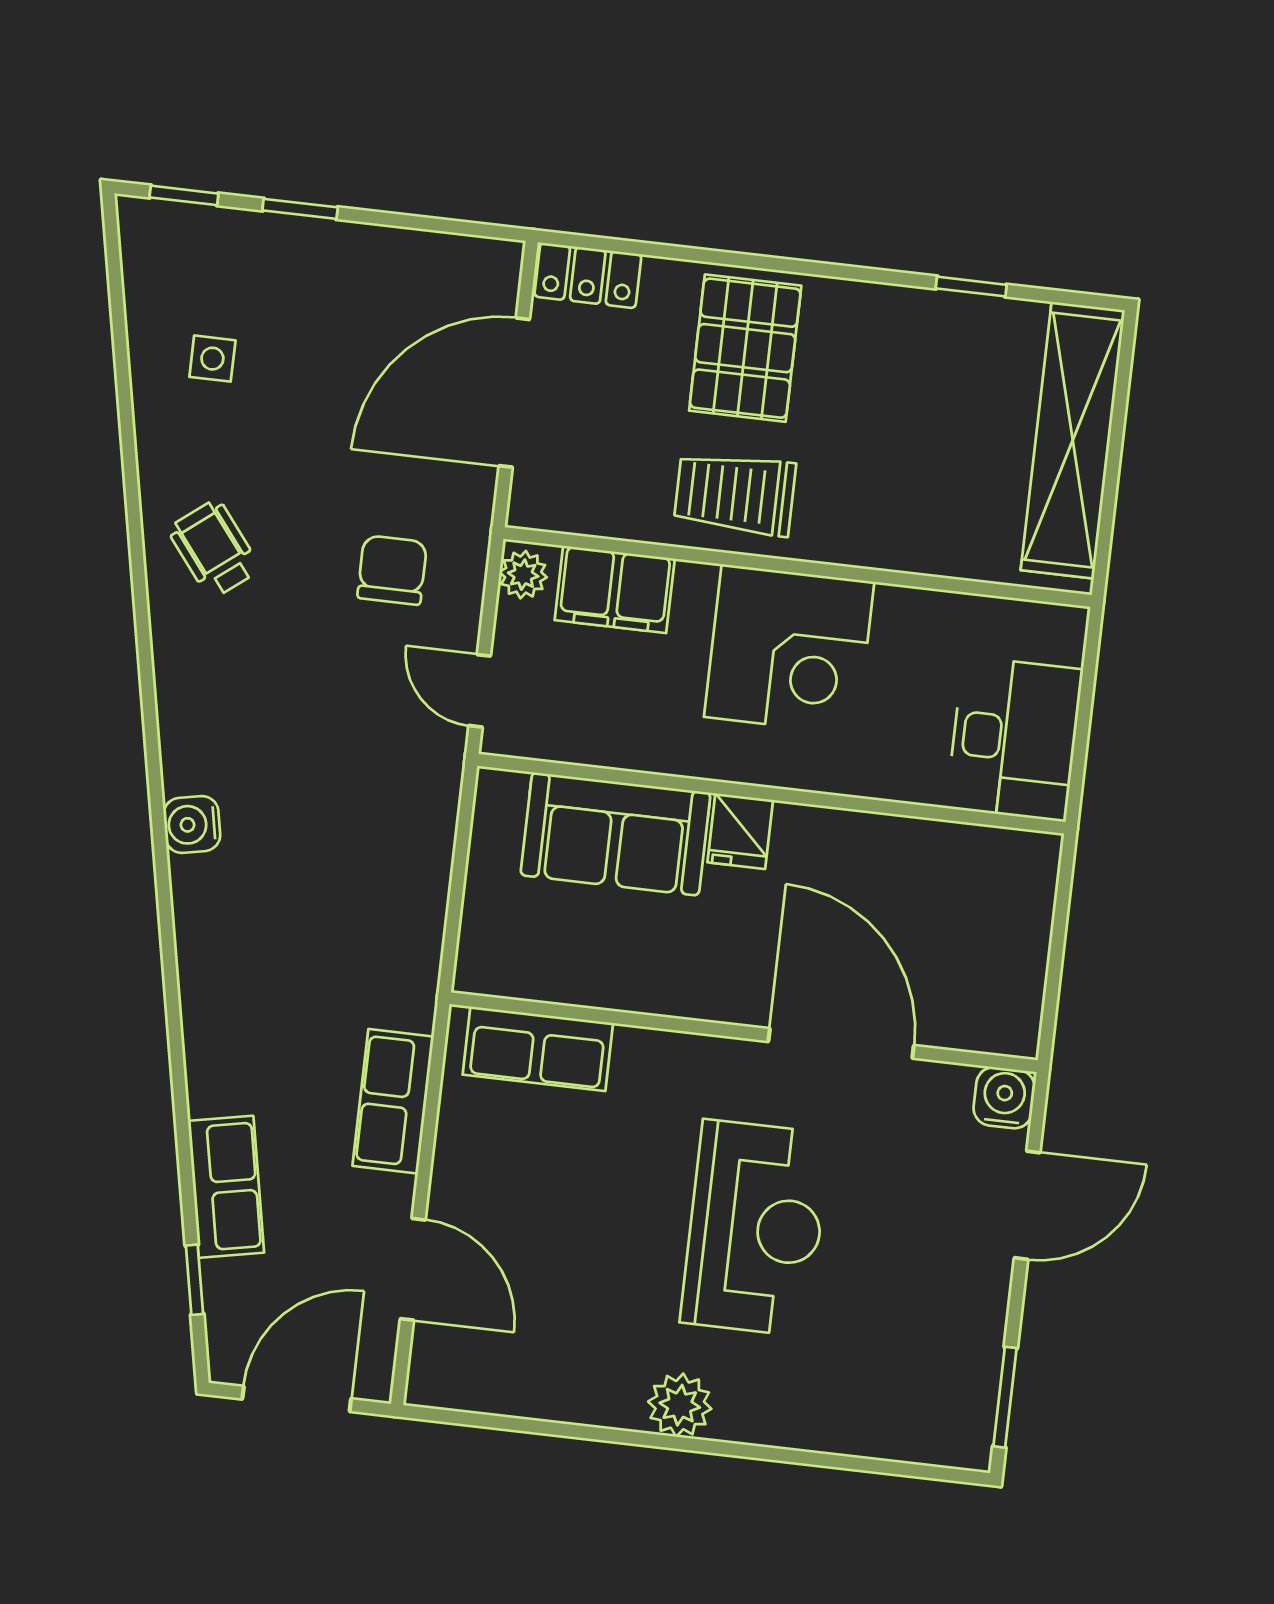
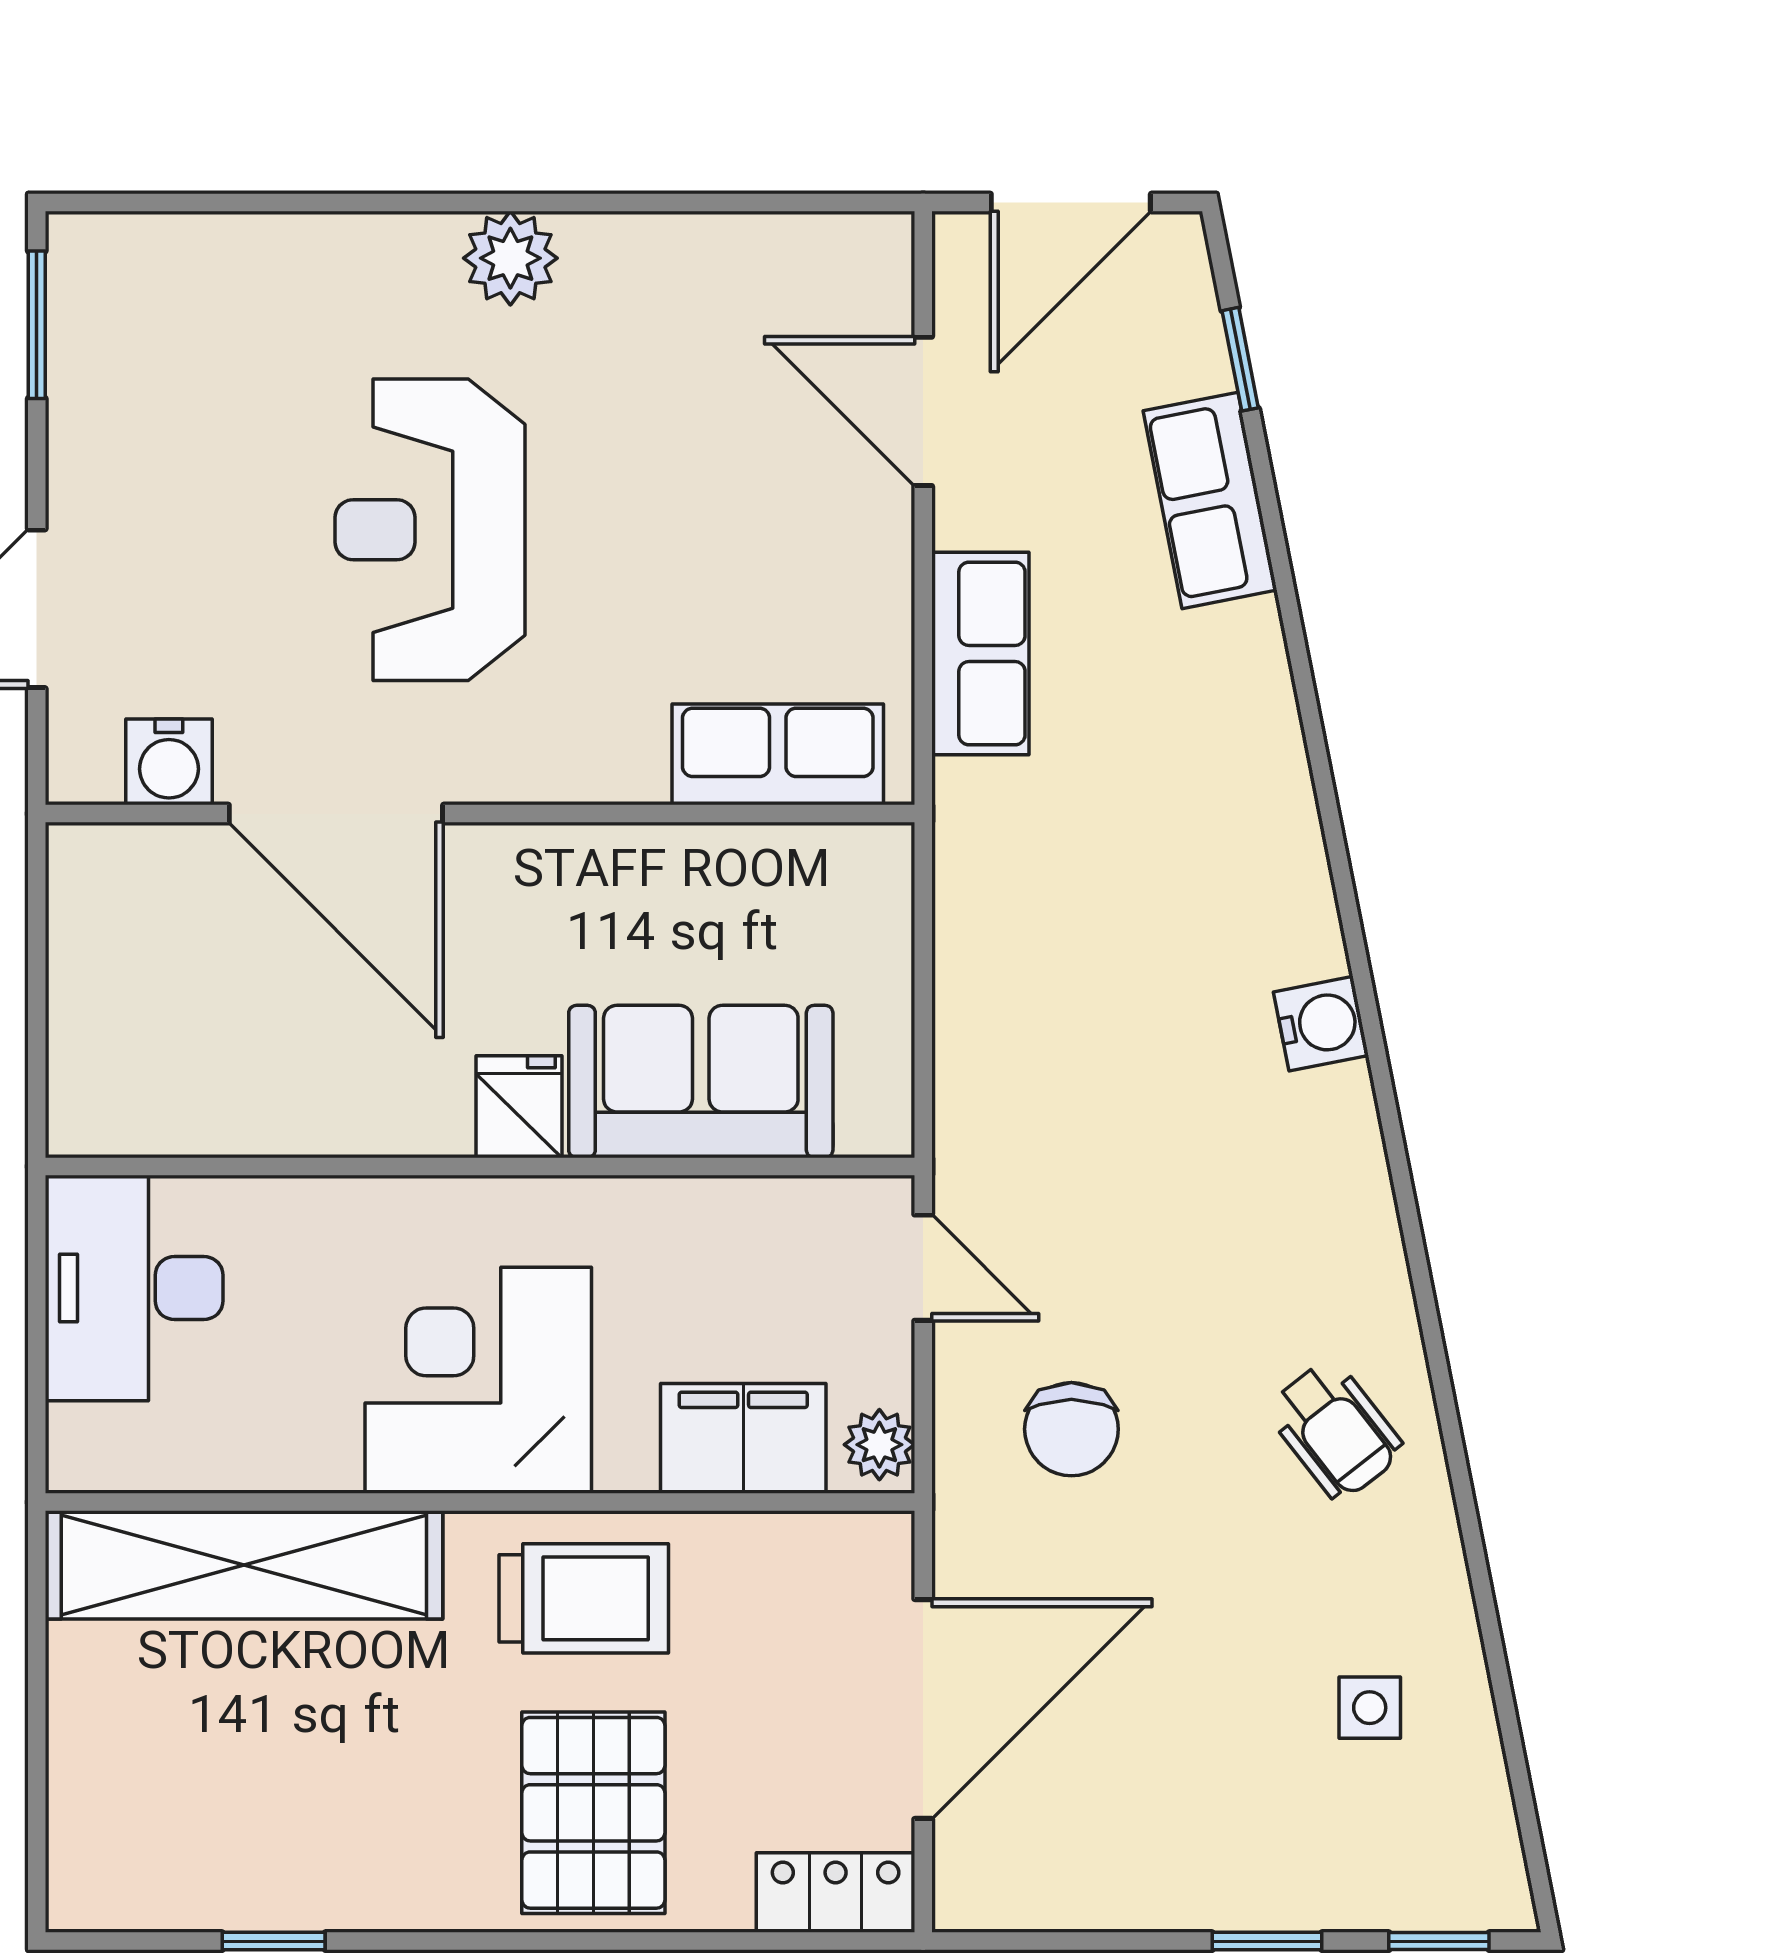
shelving: (1073, 440) -> (244, 1565), moved, turned 90
water cooler: (1004, 1098) -> (169, 762), moved

